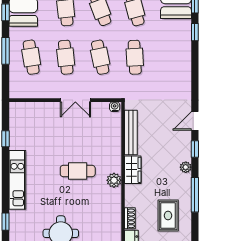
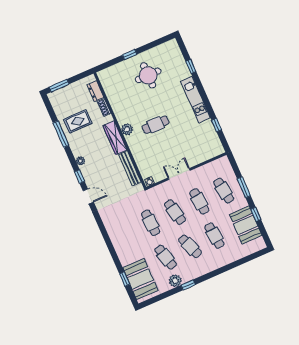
window: (195, 32) -> (116, 259), removed
door: (195, 121) -> (88, 196), hinge flipped
wardrobe: (133, 170) -> (115, 138), width x1.50
window: (195, 195) -> (61, 134), moved
rug: (168, 216) -> (78, 121), turned 90

